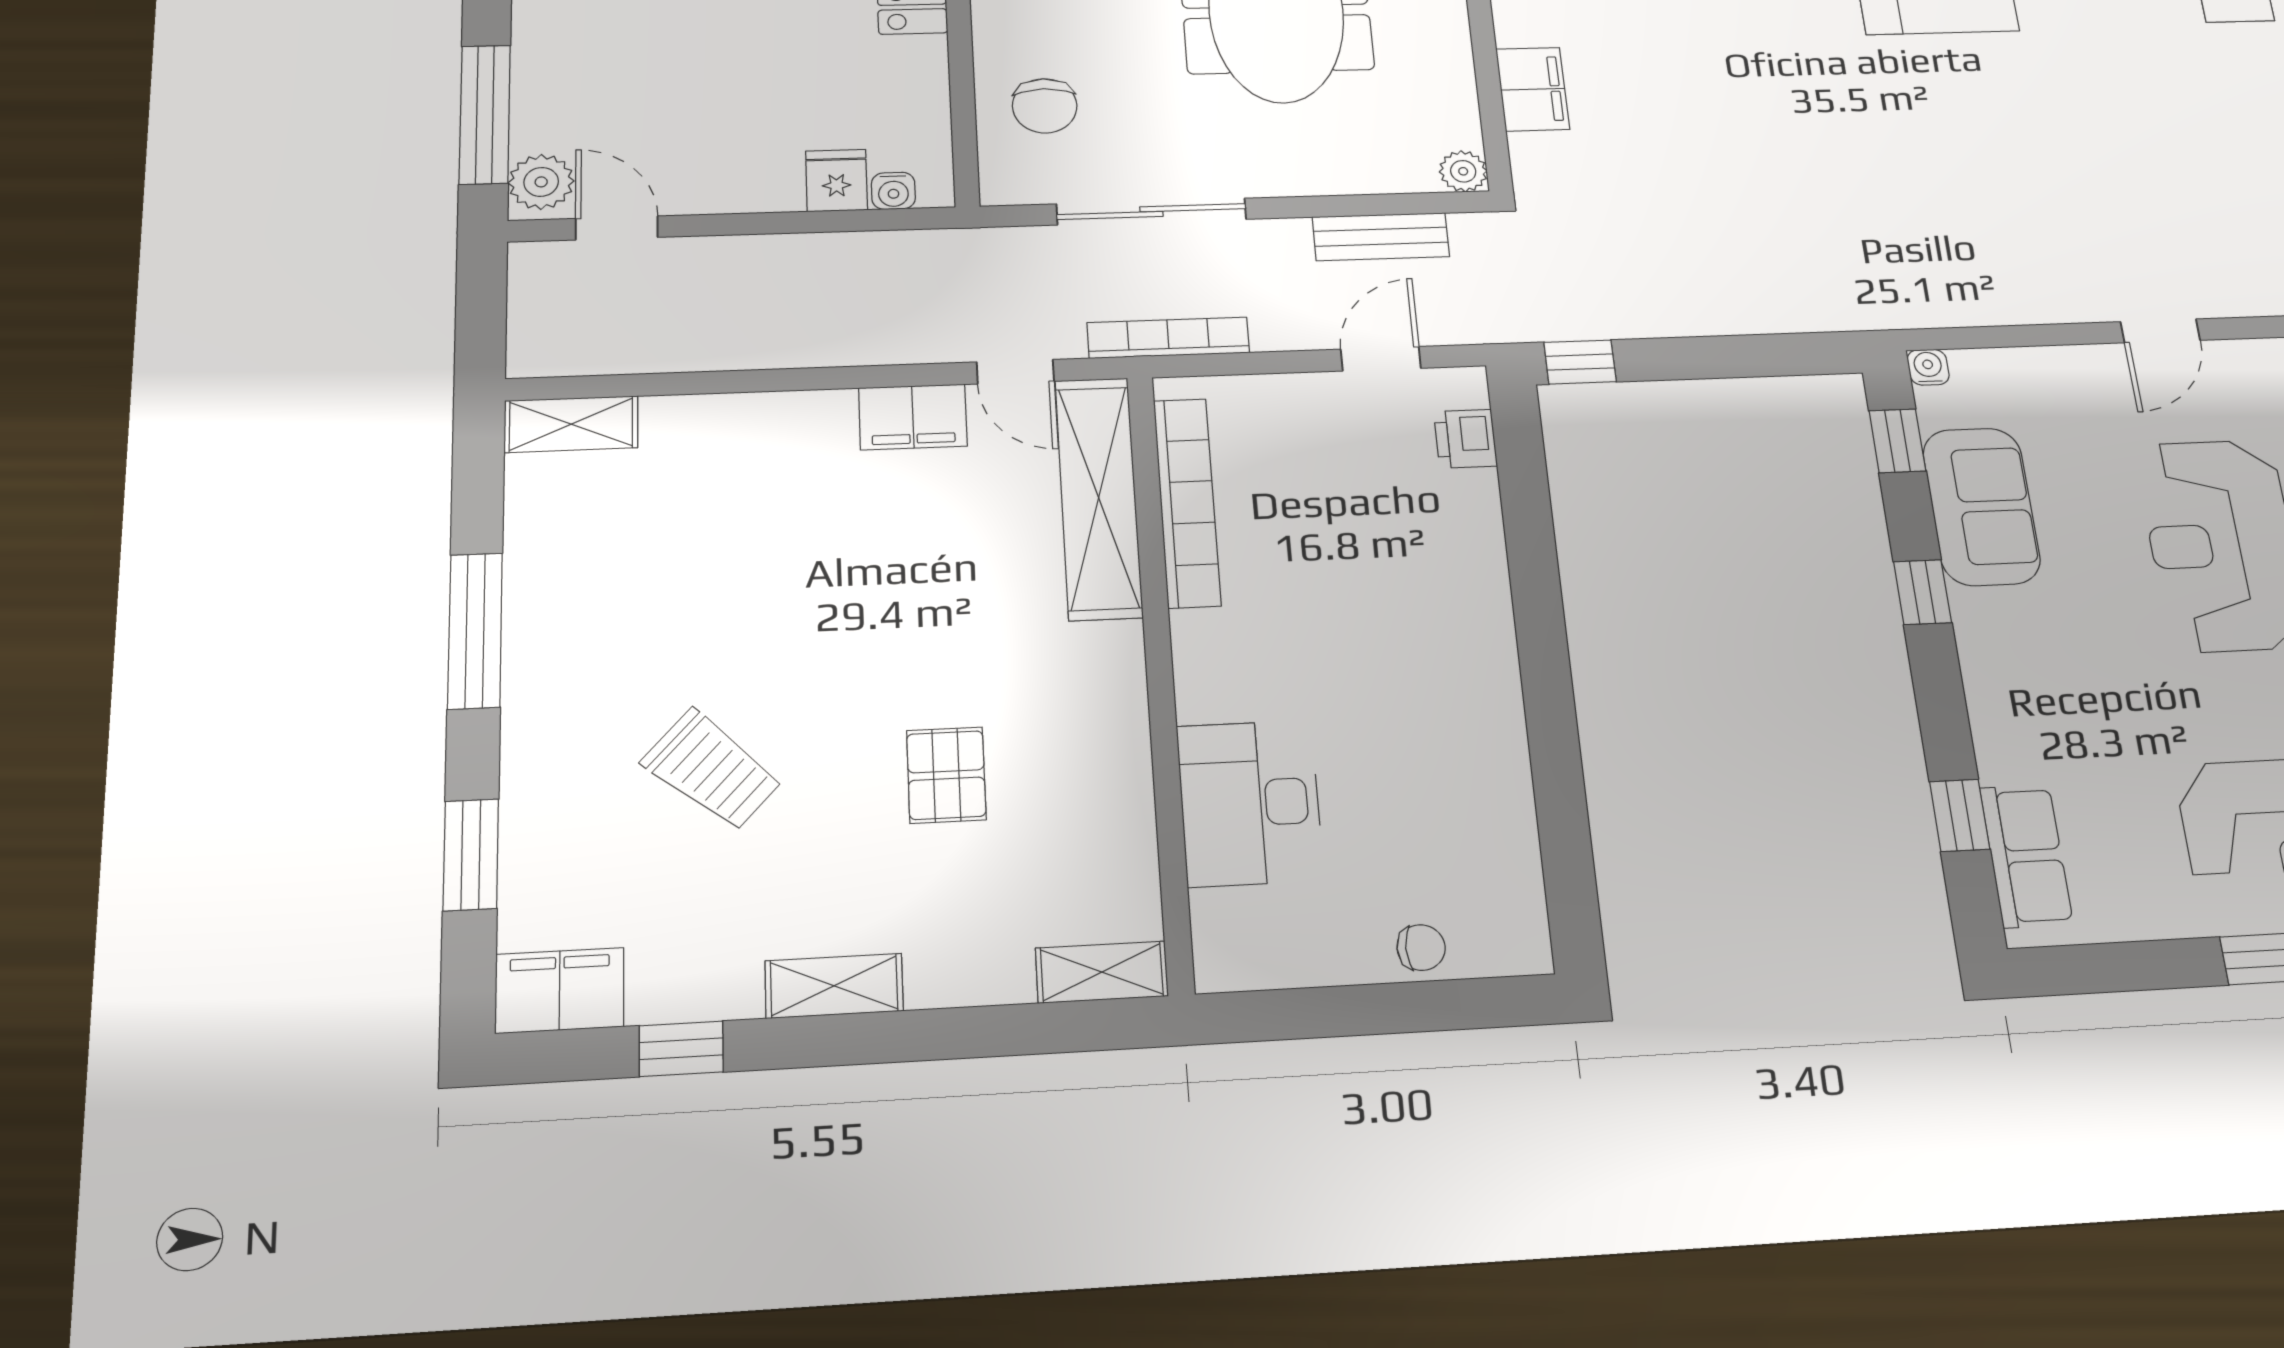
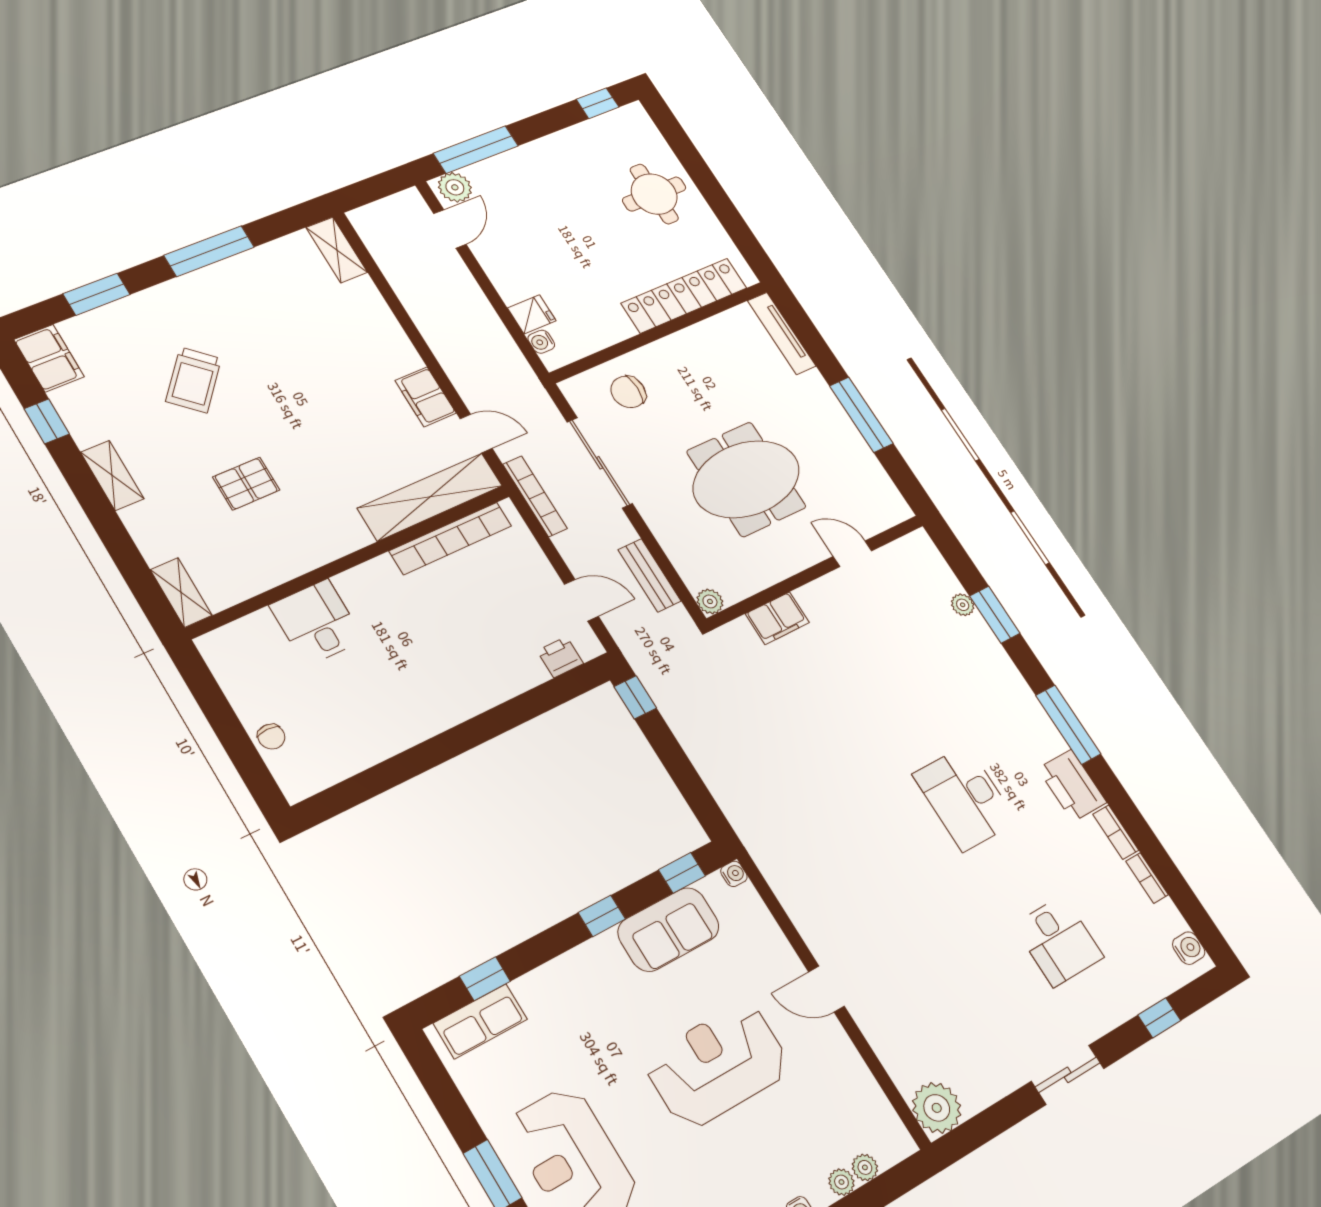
door: (1015, 372) -> (476, 433), swing flipped
desk: (1250, 803) -> (317, 622), width x0.73

